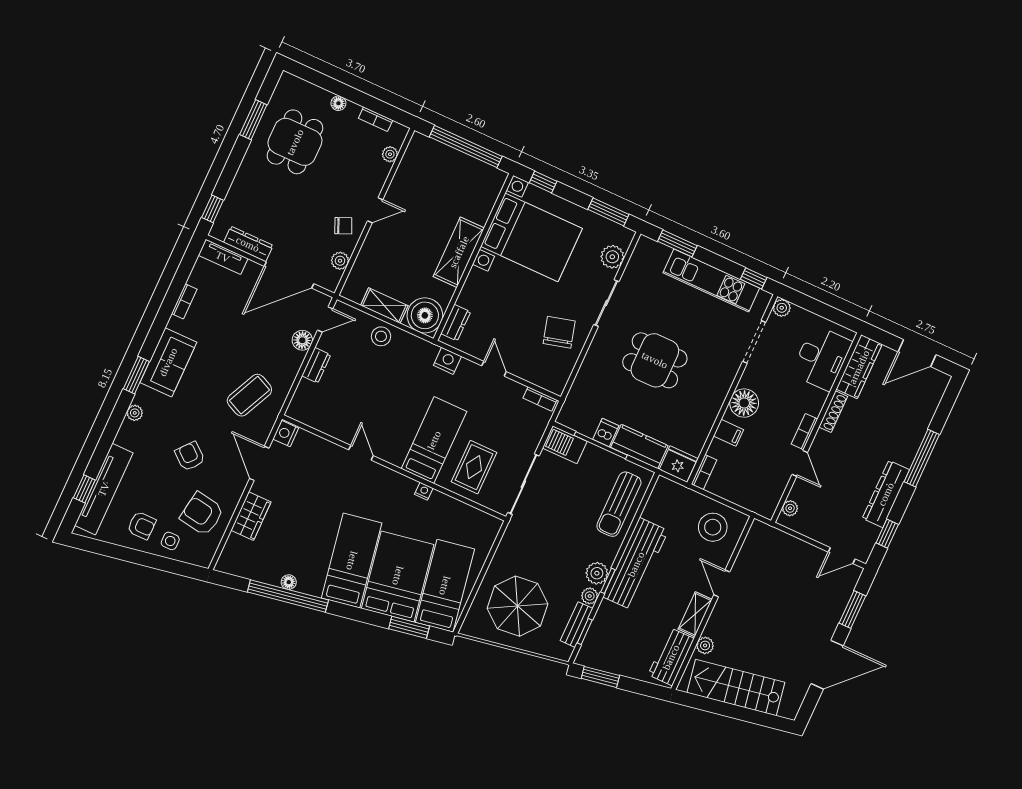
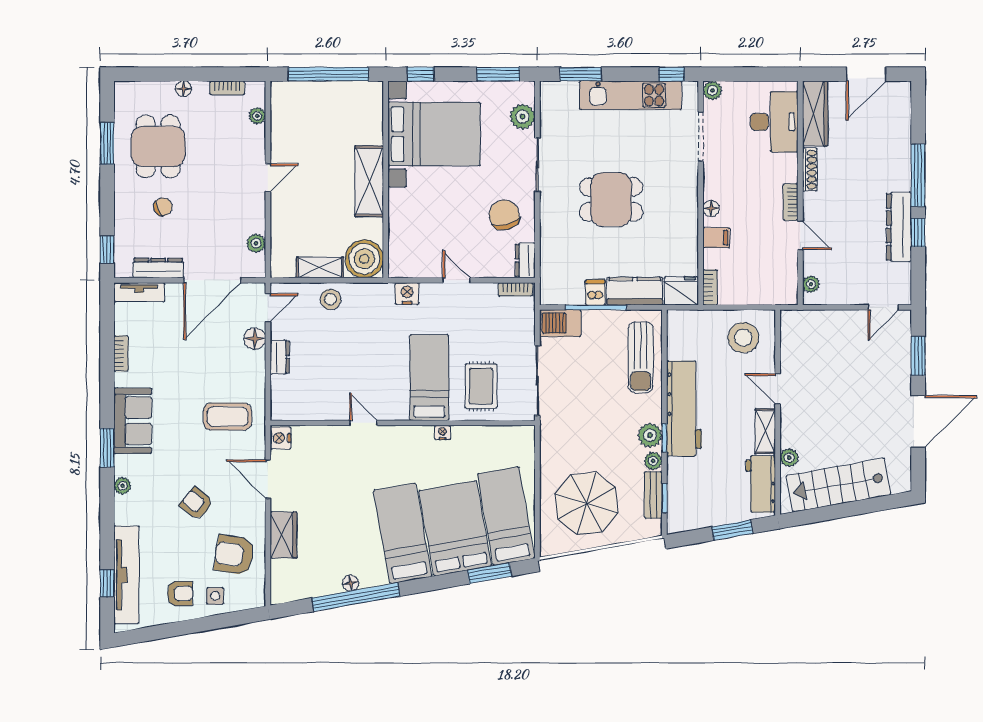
chair: (343, 226) -> (163, 207), moved
dresser: (456, 323) -> (525, 260), moved, turned 180
coffee table: (249, 395) -> (227, 417), turned 65
floor lamp: (744, 403) -> (711, 208), width x0.53, depth x0.53
window: (887, 534) -> (918, 232), moved
window: (600, 677) -> (732, 530), moved

